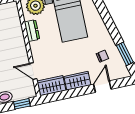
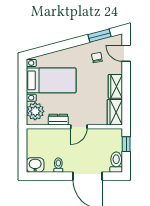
door: (33, 71) -> (79, 127), moved
door: (102, 87) -> (126, 53), moved

